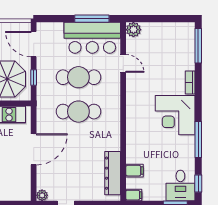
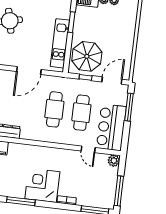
window: (92, 19) -> (129, 107), moved
window: (170, 19) -> (119, 191), added
door: (123, 63) -> (88, 149), hinge flipped
door: (34, 149) -> (29, 71), hinge flipped

